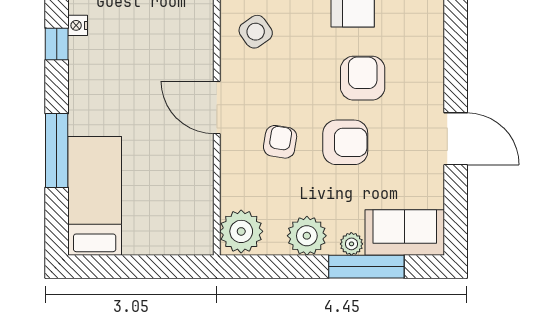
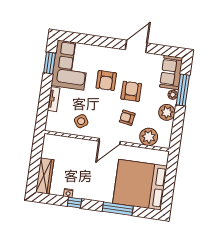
armchair: (363, 78) -> (106, 81), turned -90
bed: (95, 196) -> (140, 185), width x2.04
plant: (241, 231) -> (149, 137), moved

